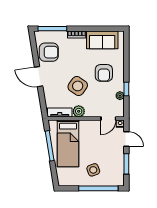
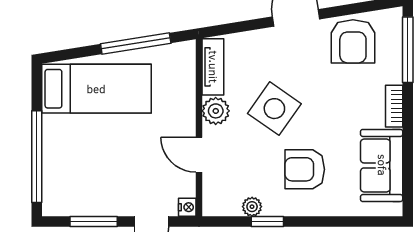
door: (108, 118) -> (199, 155), moved
bed: (68, 143) -> (96, 89), moved, turned 180
side table: (93, 170) -> (80, 145), removed

